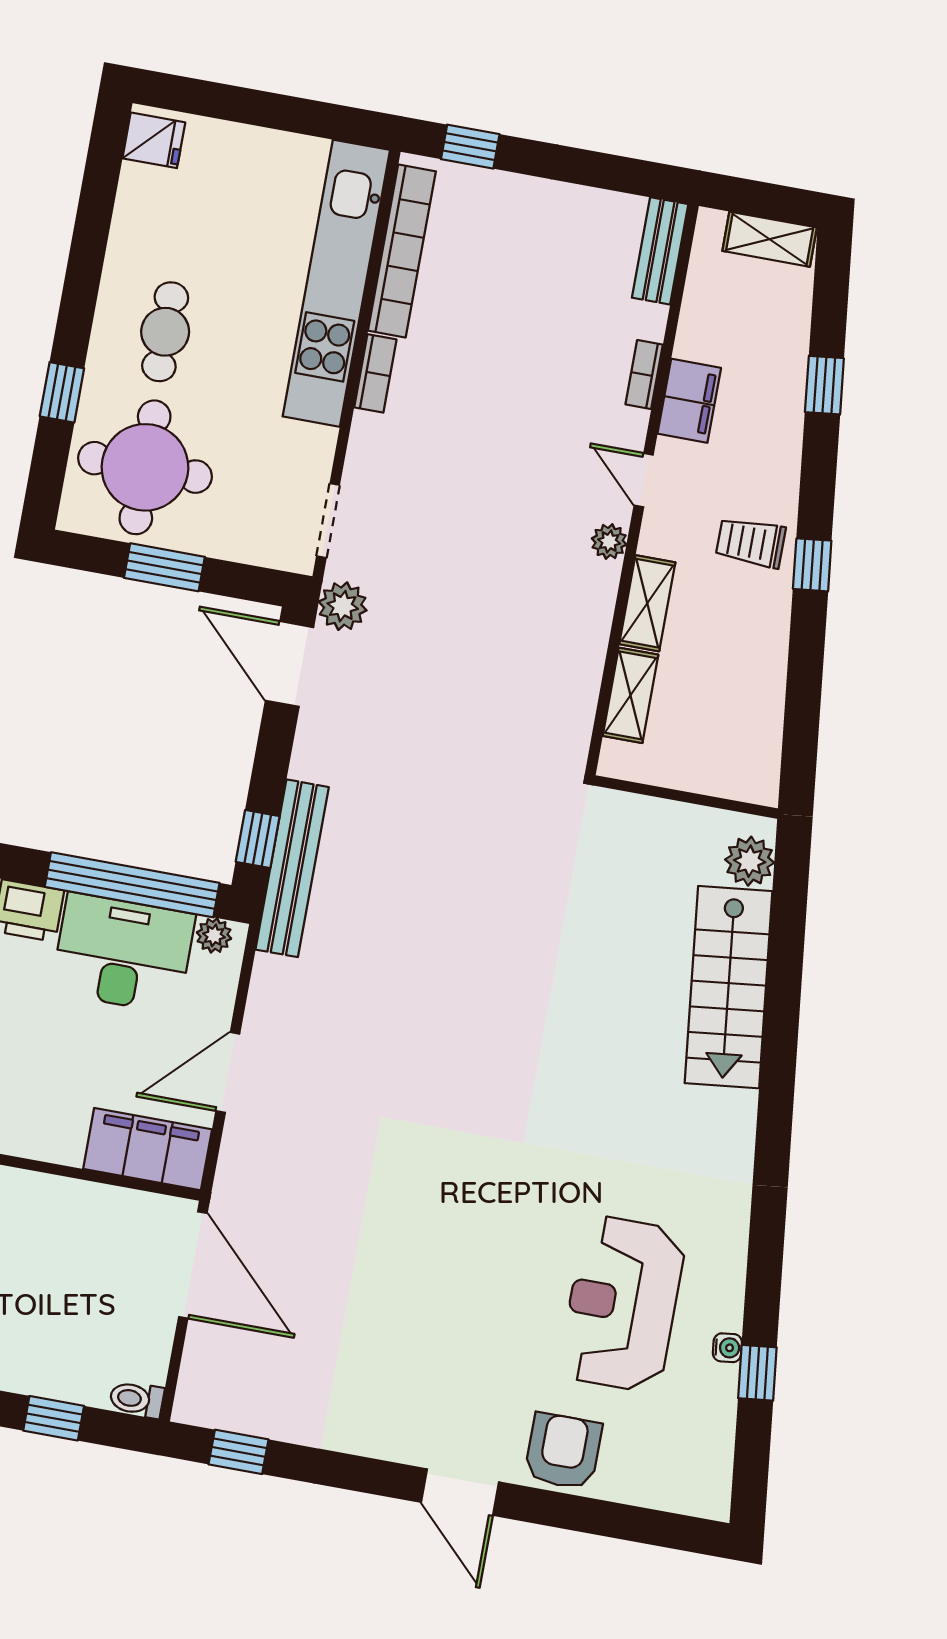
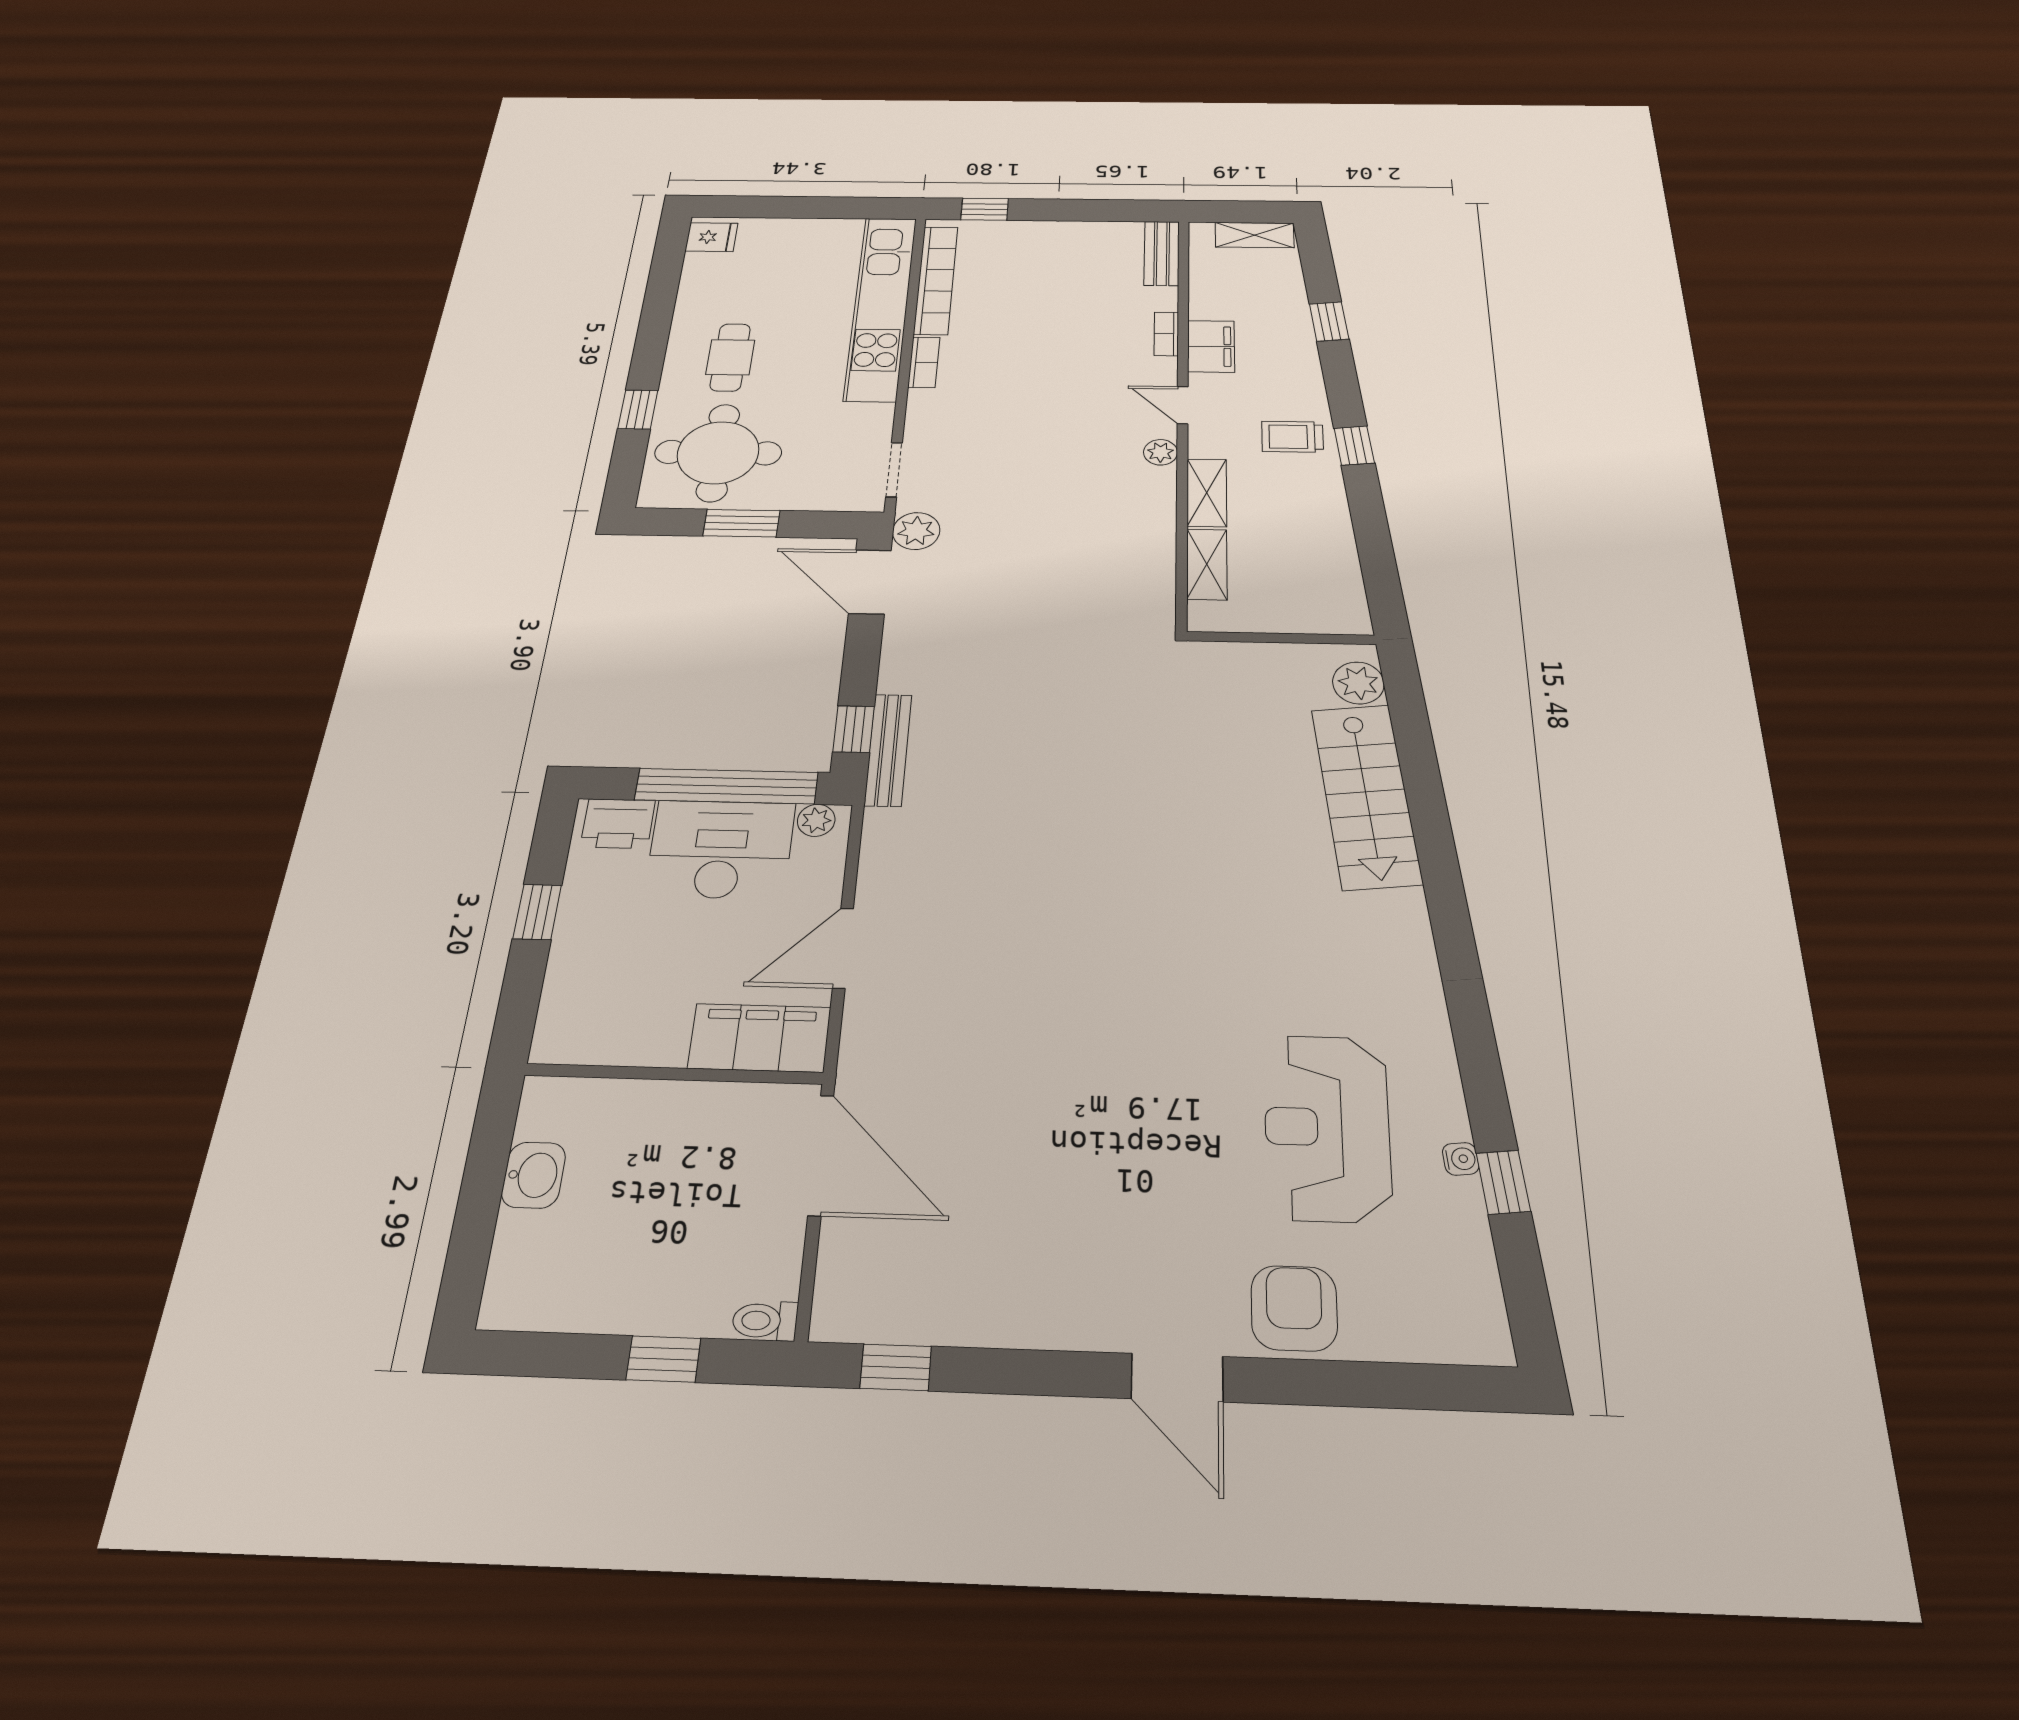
bench: (292, 868) -> (888, 750), width x0.73, depth x0.82

